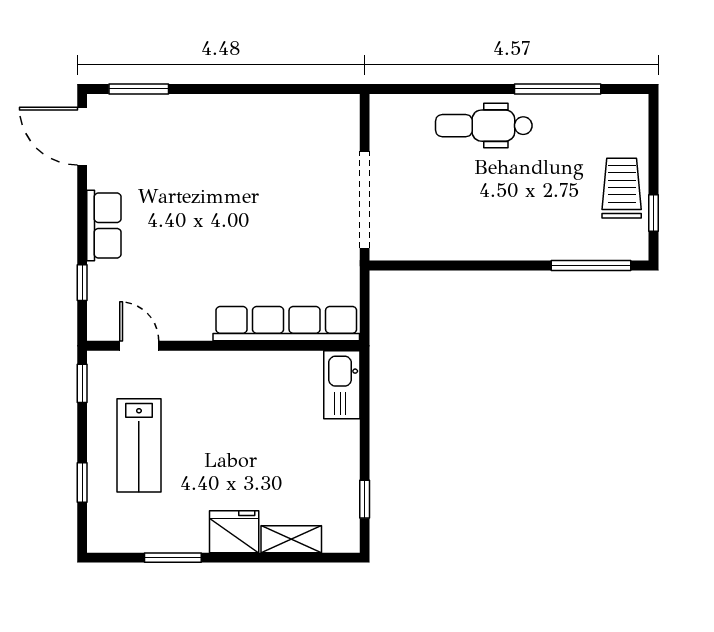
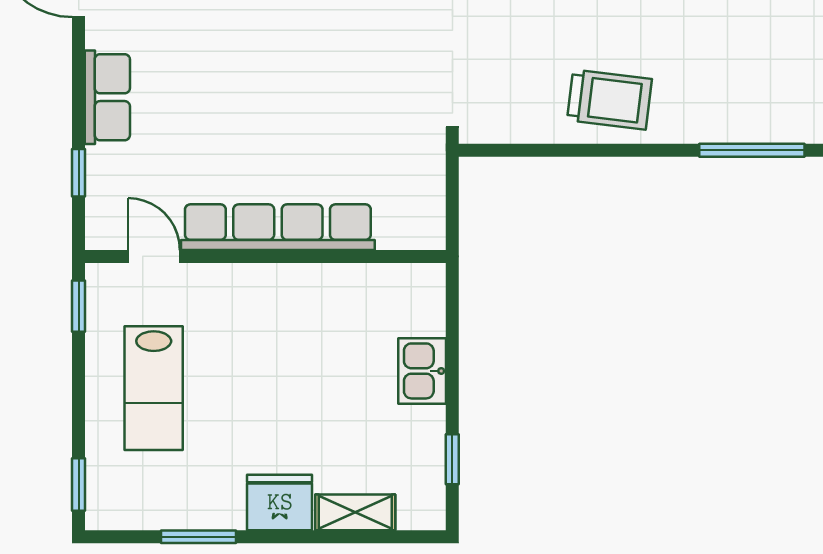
trolley: (622, 188) -> (609, 100), moved, turned 97
row of seats: (286, 324) -> (278, 227), moved
kitchen sink: (342, 385) -> (422, 371), moved, width x0.73
window: (82, 482) -> (79, 485), moved

